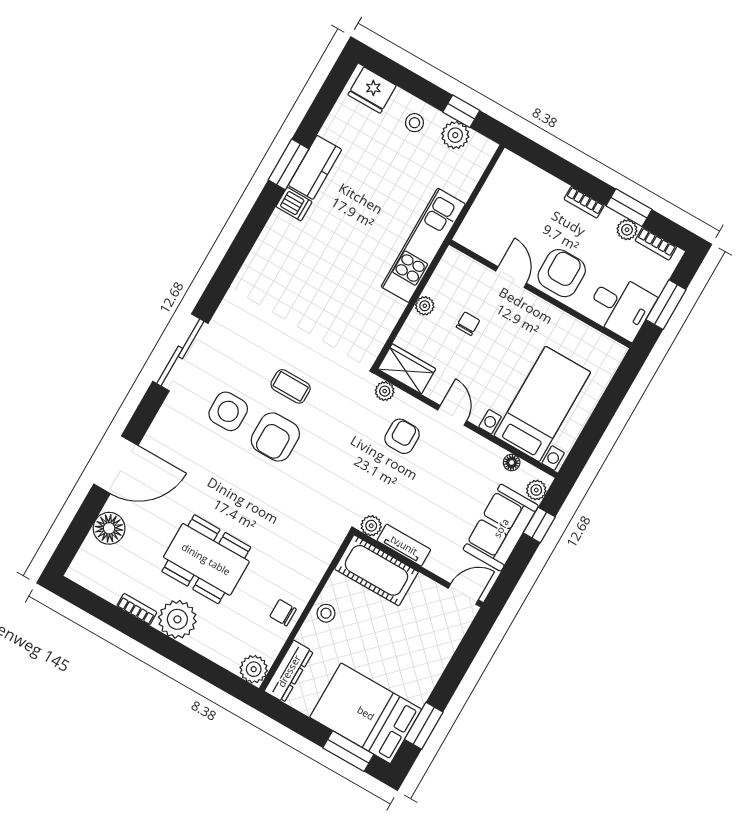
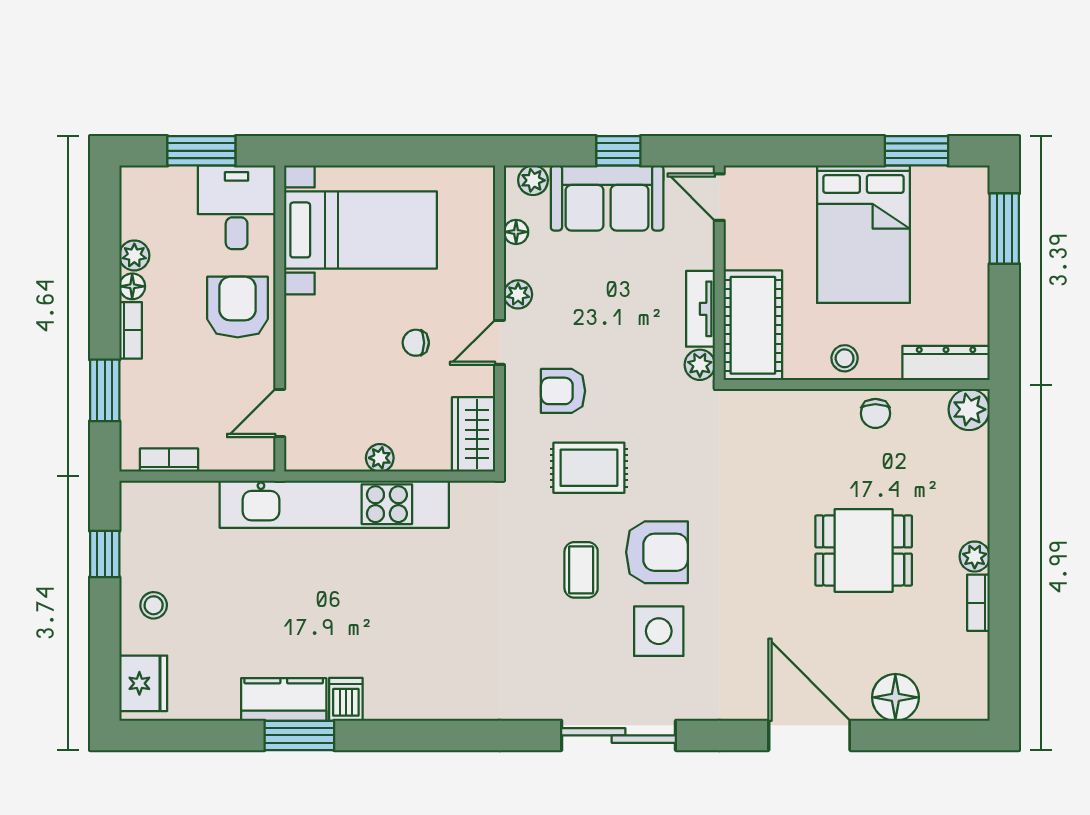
plant: (455, 135) -> (140, 544), removed
window: (629, 208) -> (105, 390), moved
floor lamp: (610, 218) -> (132, 286), added
bookcase: (656, 244) -> (169, 460), moved, turned -90
kitchen unit: (423, 245) -> (334, 504), width x1.36
armchair: (562, 273) -> (238, 307), turned 90
door: (511, 277) -> (280, 413), moved
chair: (468, 324) -> (416, 343), moved
plant: (385, 391) -> (518, 294), moved
bed with nightstands: (542, 404) -> (360, 230), moved, turned 180
rug: (348, 426) -> (589, 468), added
window: (539, 525) -> (618, 151), moved
dining table: (206, 559) -> (864, 551), width x0.73
plant: (177, 619) -> (975, 557), width x0.53, depth x0.53
bed: (366, 713) -> (863, 234), moved

